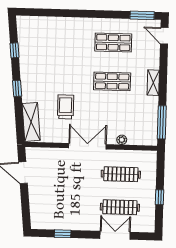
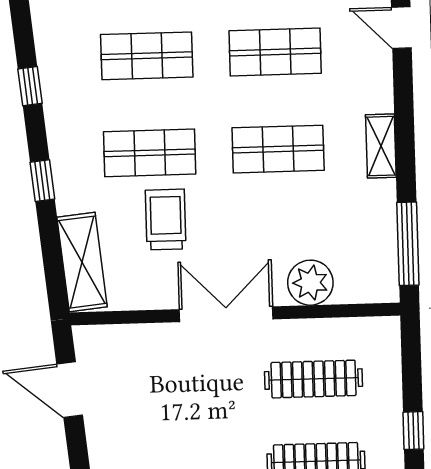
shop shelf: (62, 41) -> (147, 56), added
shop shelf: (61, 80) -> (150, 153), added
plant: (122, 140) -> (310, 283), width x1.88, depth x1.88

